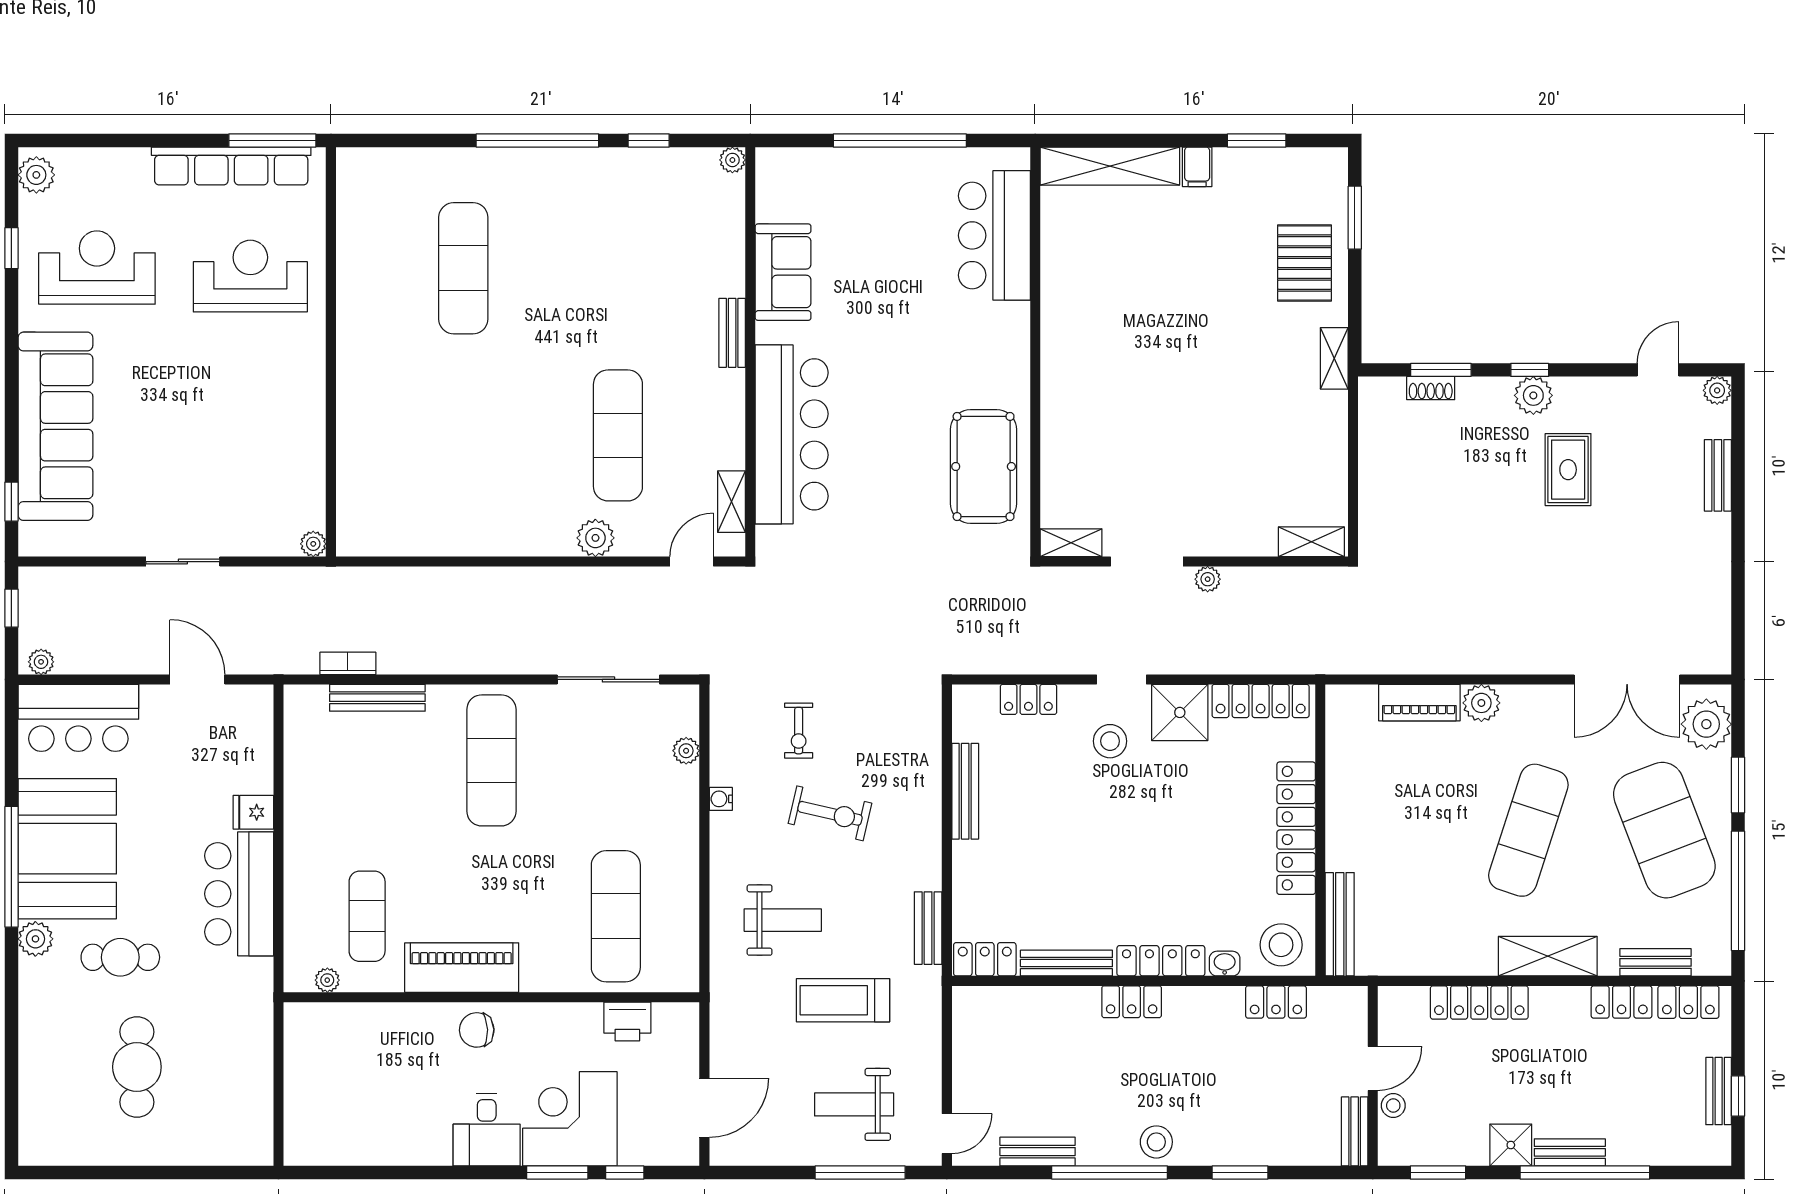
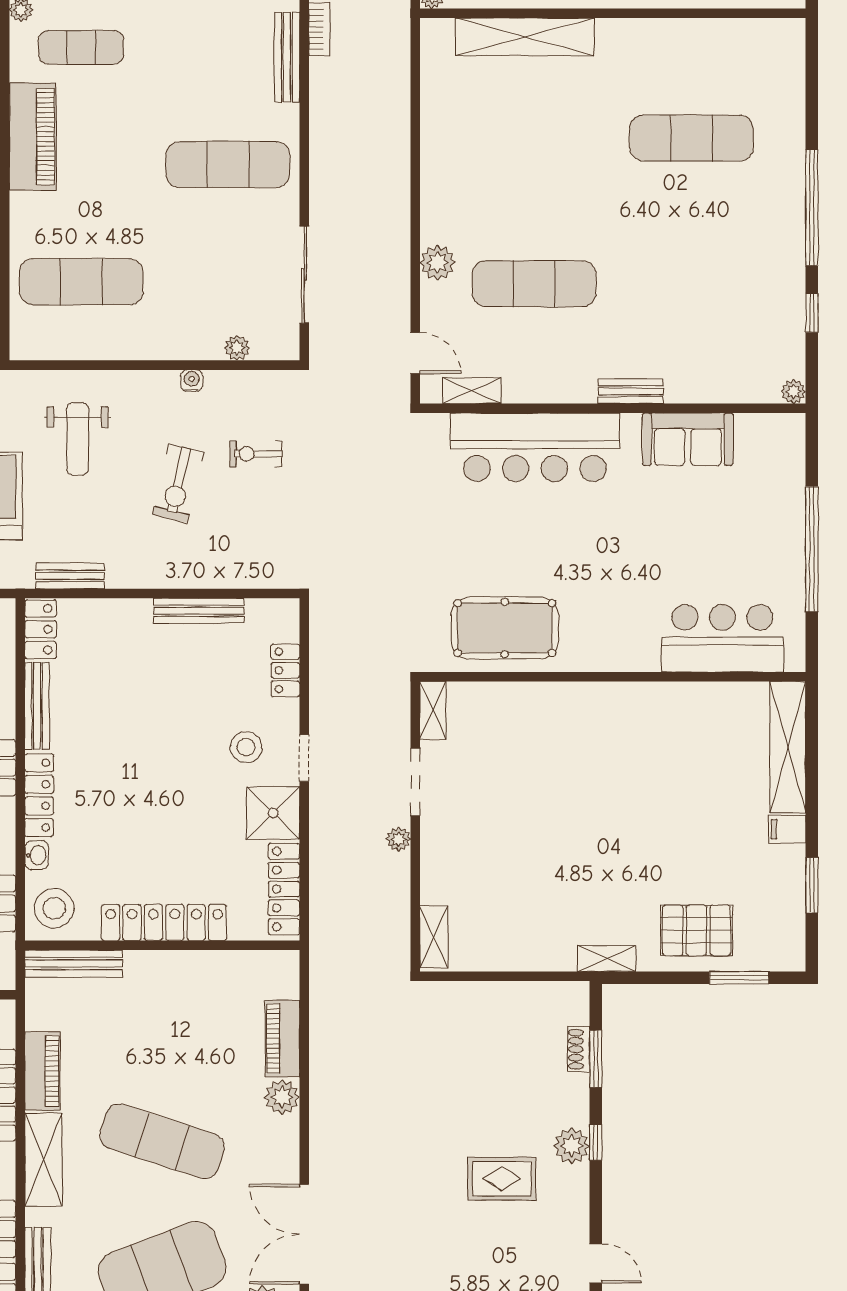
shelving: (356, 445) -> (525, 37), added
piano: (1454, 957) -> (43, 1071), added

